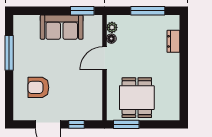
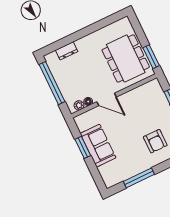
window: (82, 11) -> (83, 147), moved
window: (148, 11) -> (52, 83), width x1.46
dining table: (137, 98) -> (126, 58), width x1.37

